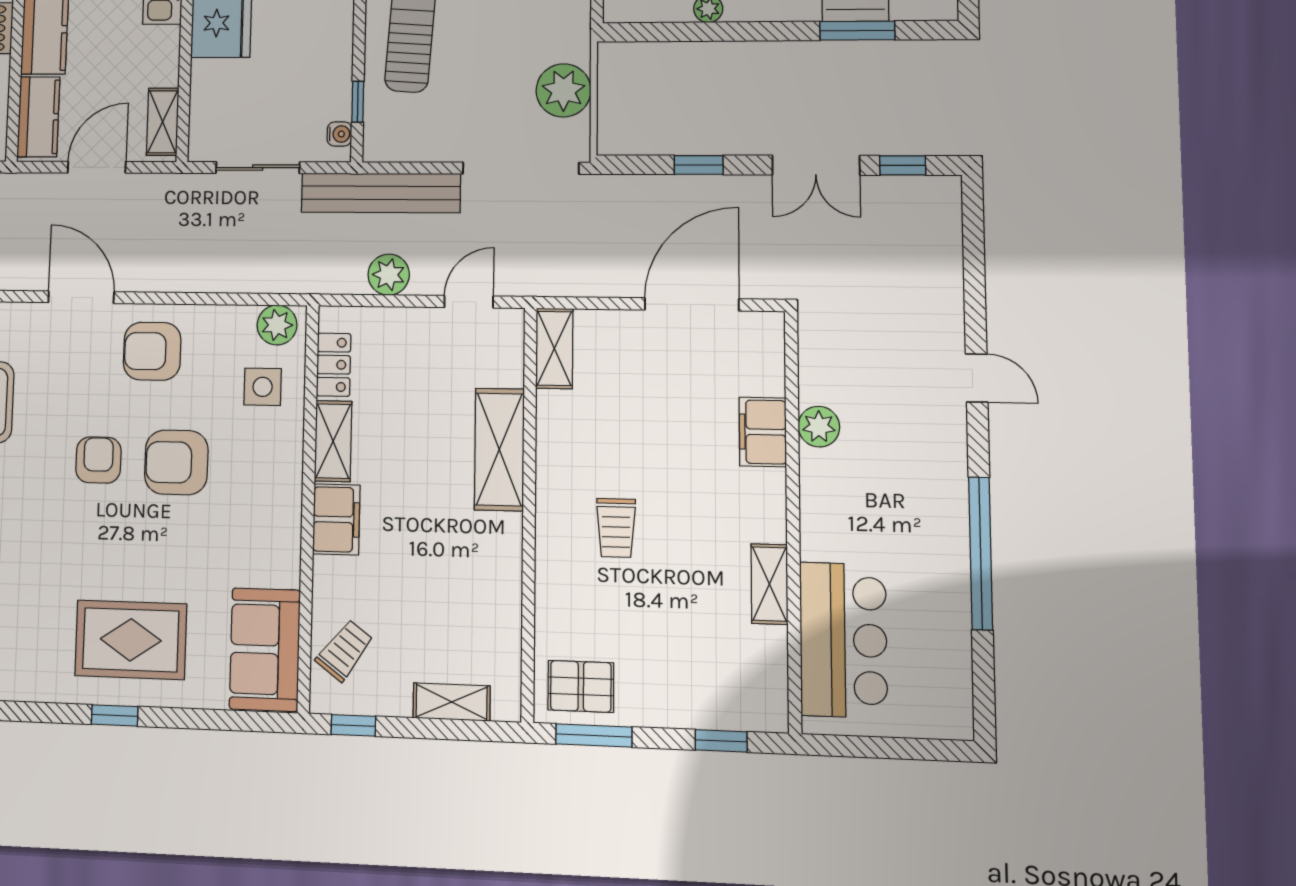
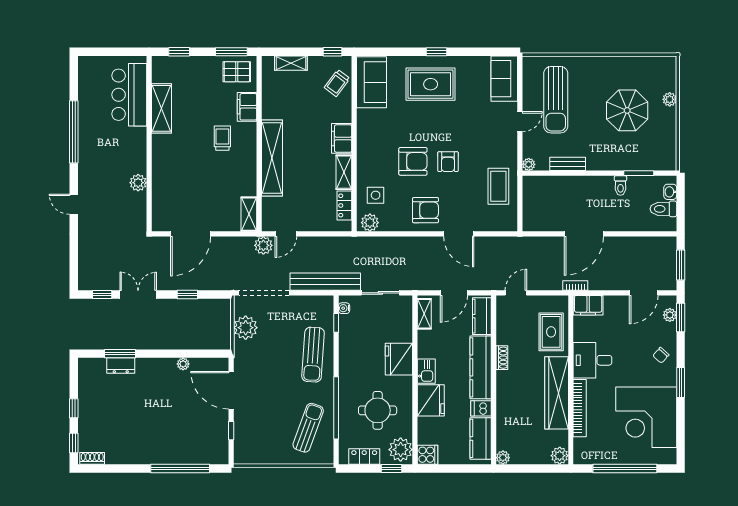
plant: (389, 275) -> (263, 245), moved
filing cabinet: (763, 432) -> (247, 107), moved, turned 180
shelving: (499, 449) -> (272, 158), width x1.47
shelving: (769, 584) -> (161, 108), width x1.50, depth x1.33

